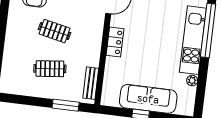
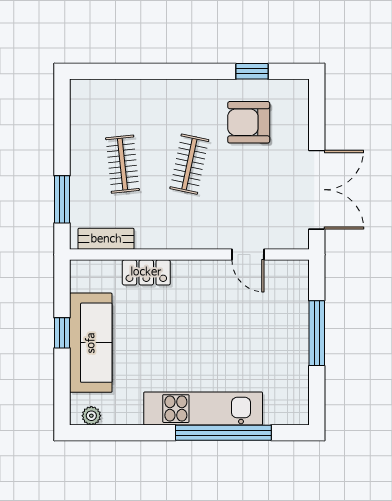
locker: (115, 42) -> (146, 272), moved
plant: (192, 81) -> (91, 416), moved

